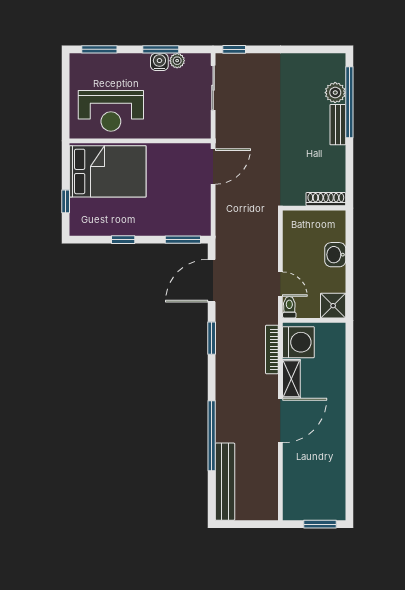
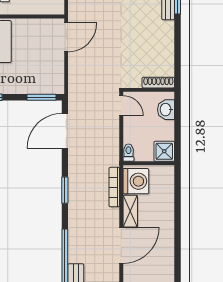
shoe rack: (326, 199) -> (158, 83), moved
wall: (314, 208) -> (149, 90), moved
door: (280, 284) -> (121, 106), moved
window: (212, 338) -> (65, 190), moved

